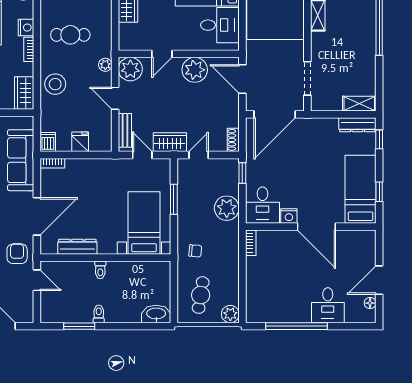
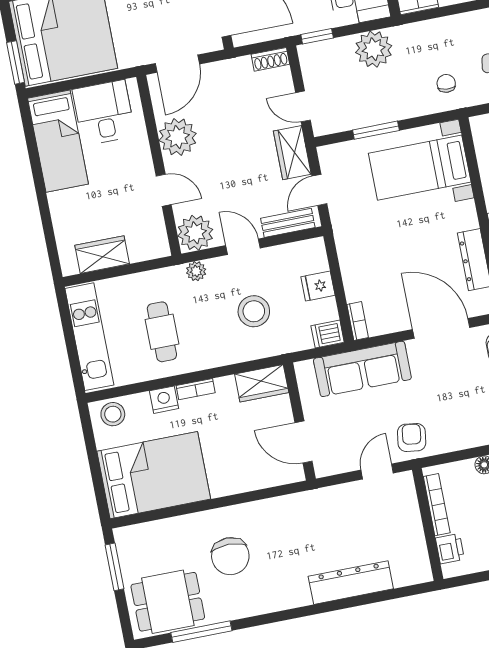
stool: (55, 84) -> (254, 311), moved
door: (115, 98) -> (243, 247), swing flipped

